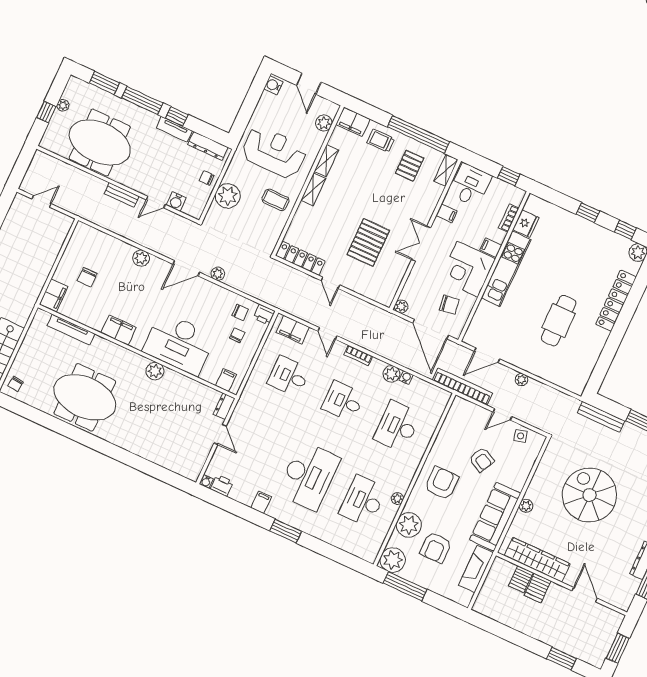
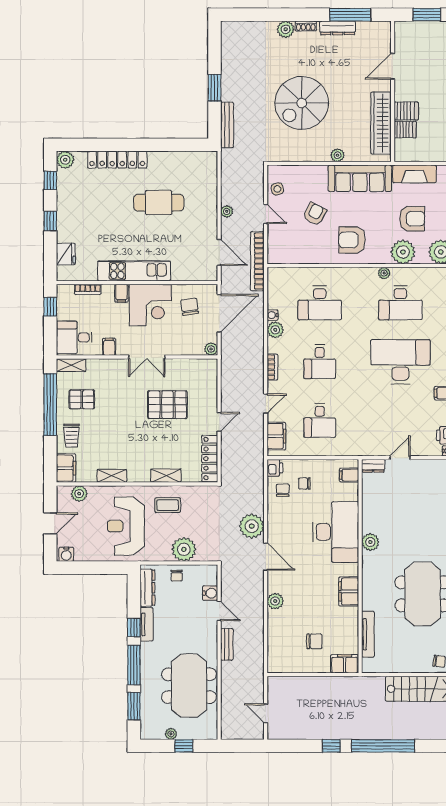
shelving: (313, 189) -> (166, 476), moved
coffee table: (275, 200) -> (168, 505), turned 90
fridge: (526, 224) -> (66, 254), moved, turned 90
plant: (218, 274) -> (252, 526), width x1.87, depth x1.87

